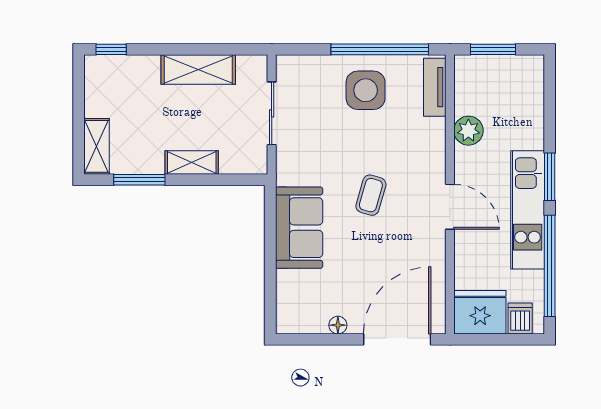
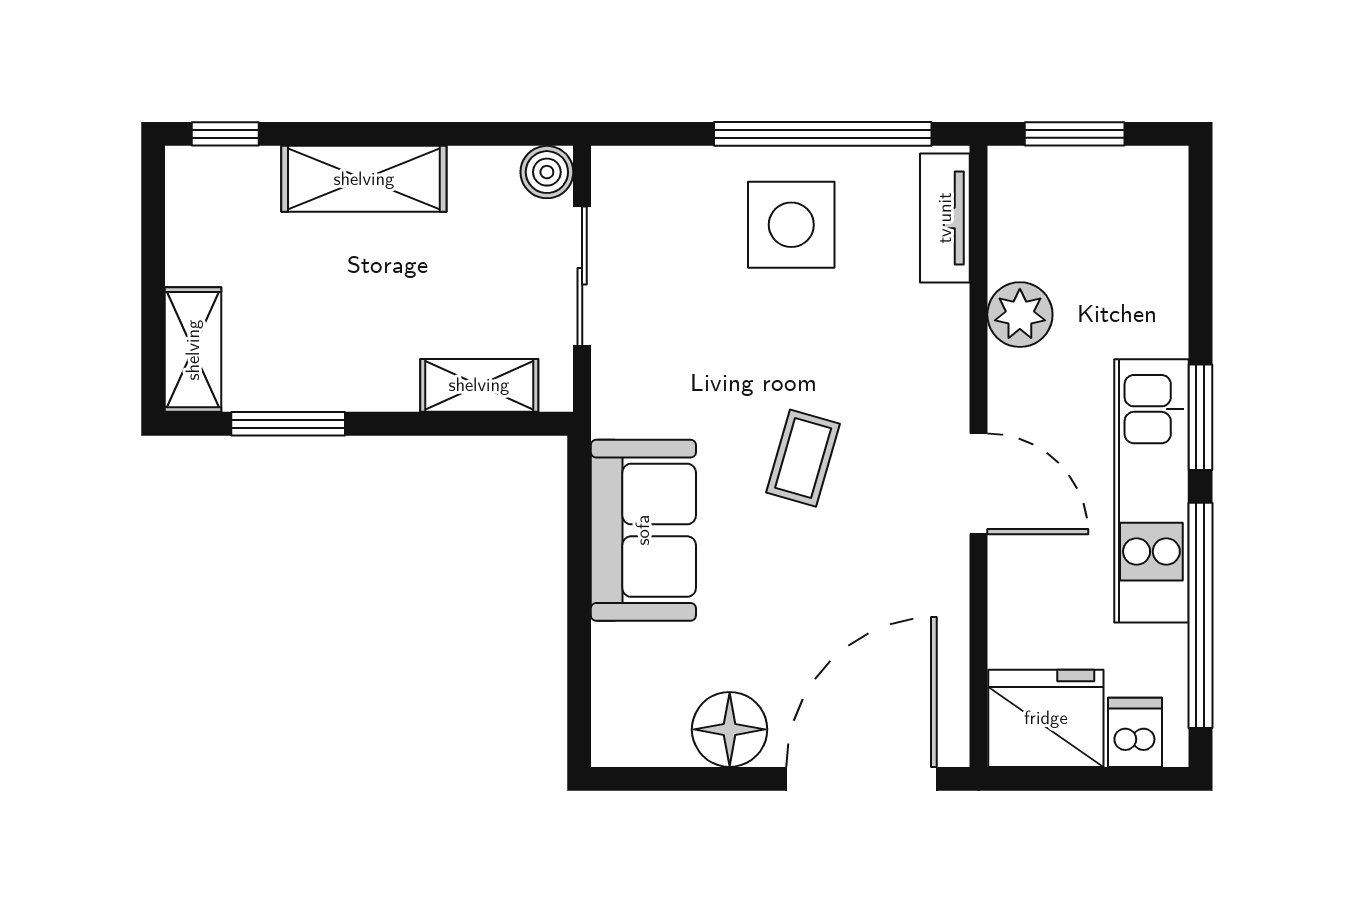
boiler: (256, 67) -> (547, 172), added
shelving: (198, 70) -> (364, 179), moved
shelving: (192, 163) -> (479, 385), moved
floor lamp: (338, 325) -> (730, 729), width x1.89, depth x1.89

